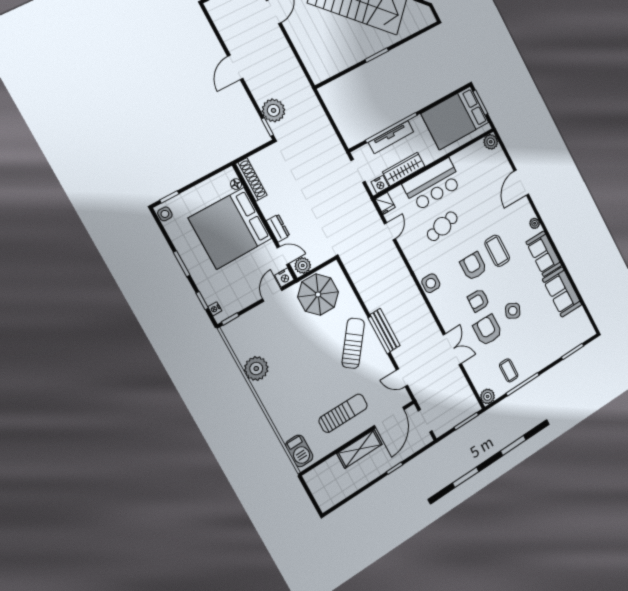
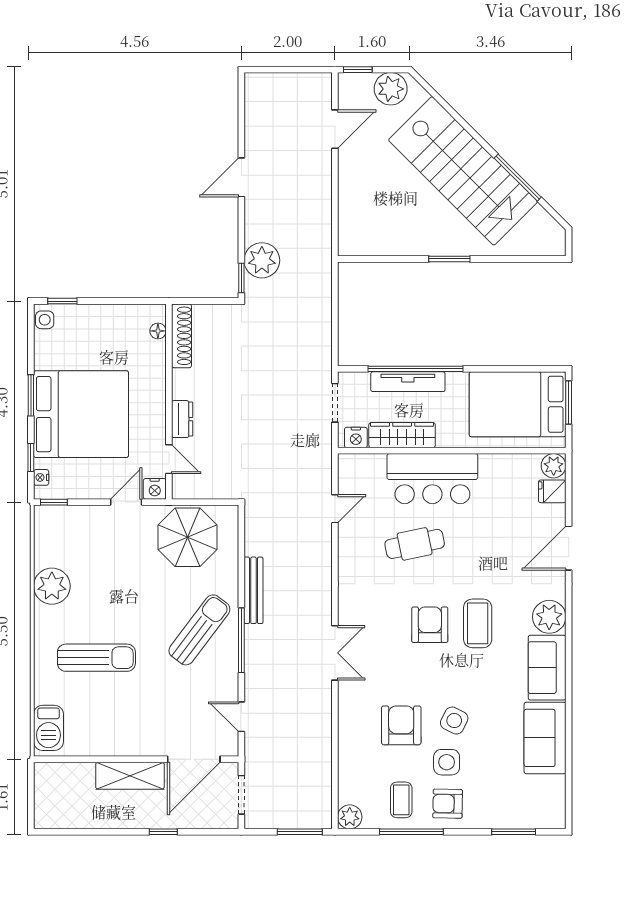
fridge: (385, 203) -> (552, 491), moved, turned 90
plant: (535, 223) -> (549, 617), width x1.88, depth x1.88
bed: (230, 228) -> (81, 414), moved, turned 180
plant: (303, 266) -> (188, 487), removed
side table: (431, 283) -> (447, 762), moved
armchair: (478, 300) -> (448, 804), moved
bench: (385, 330) -> (253, 590), moved
double door: (452, 349) -> (335, 653), moved
sun lounger: (343, 413) -> (96, 658), moved

